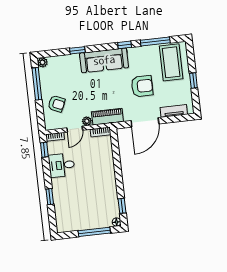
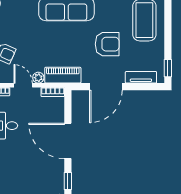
window: (193, 81) -> (168, 68), moved
door: (75, 129) -> (23, 85), swing flipped
door: (118, 172) -> (68, 141), added

